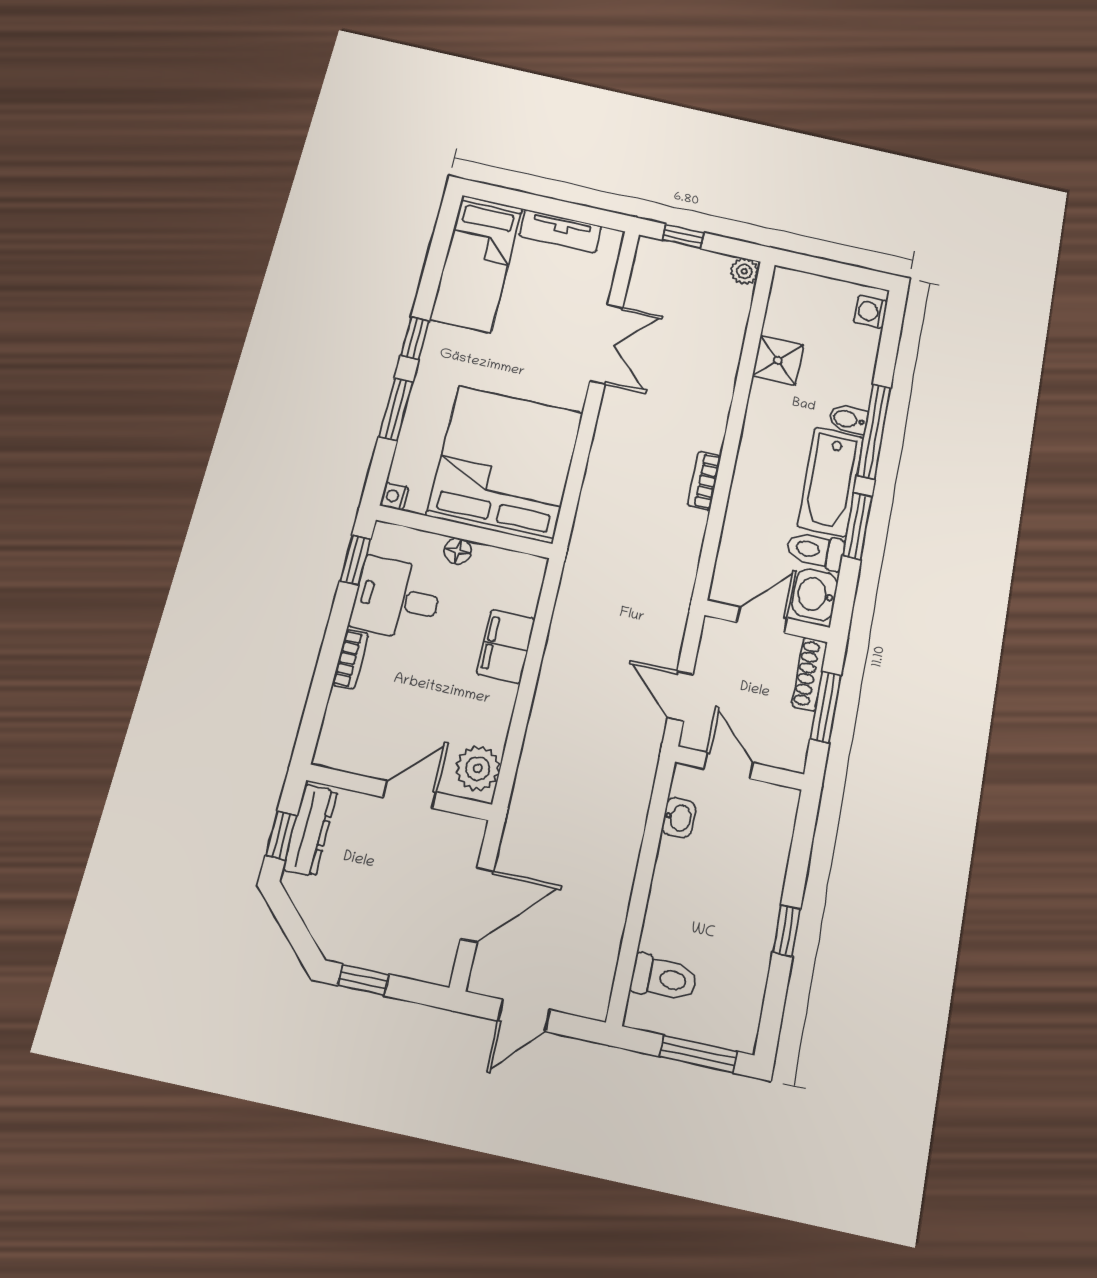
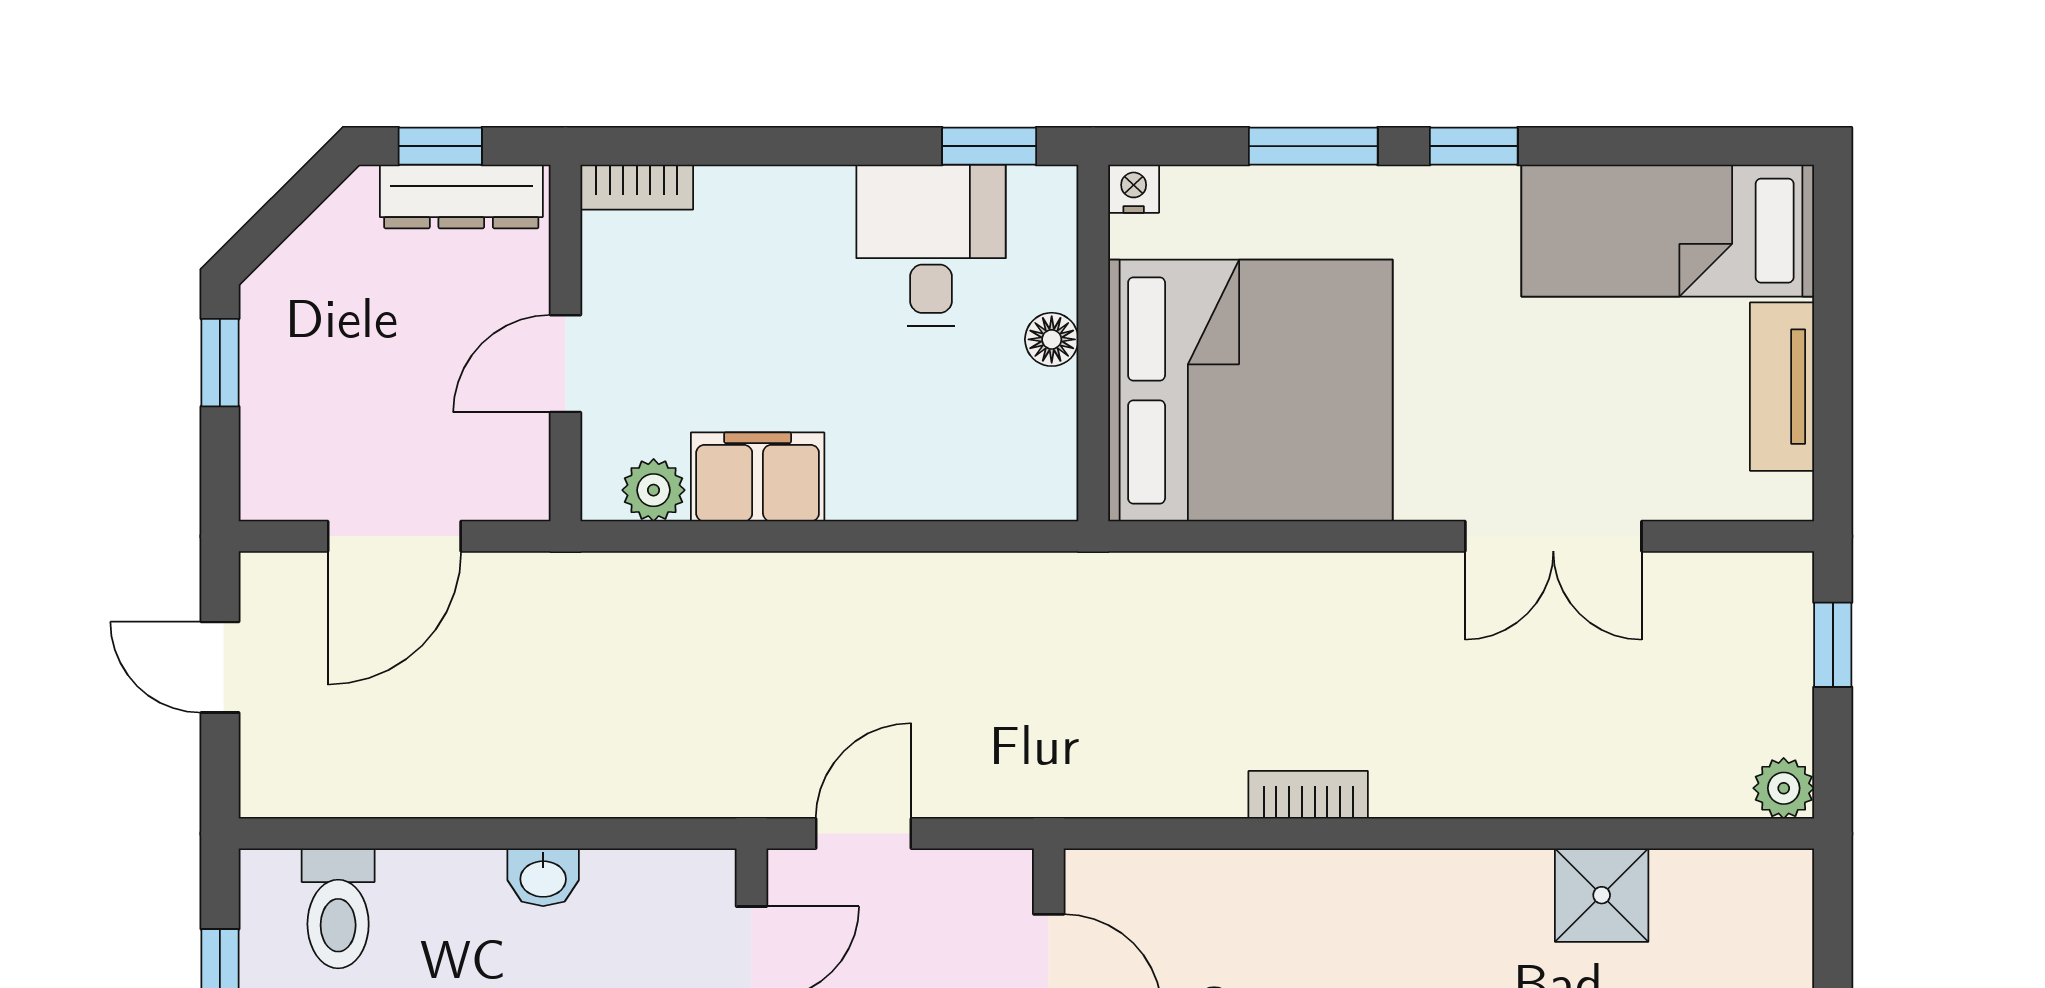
filing cabinet: (506, 646) -> (758, 477), moved
bookcase: (350, 659) -> (637, 187), moved
plant: (478, 768) -> (654, 490), width x0.73, depth x0.73
door: (410, 795) -> (566, 364), swing flipped
washbasin: (679, 818) -> (543, 877), moved
door: (477, 905) -> (394, 536), hinge flipped

